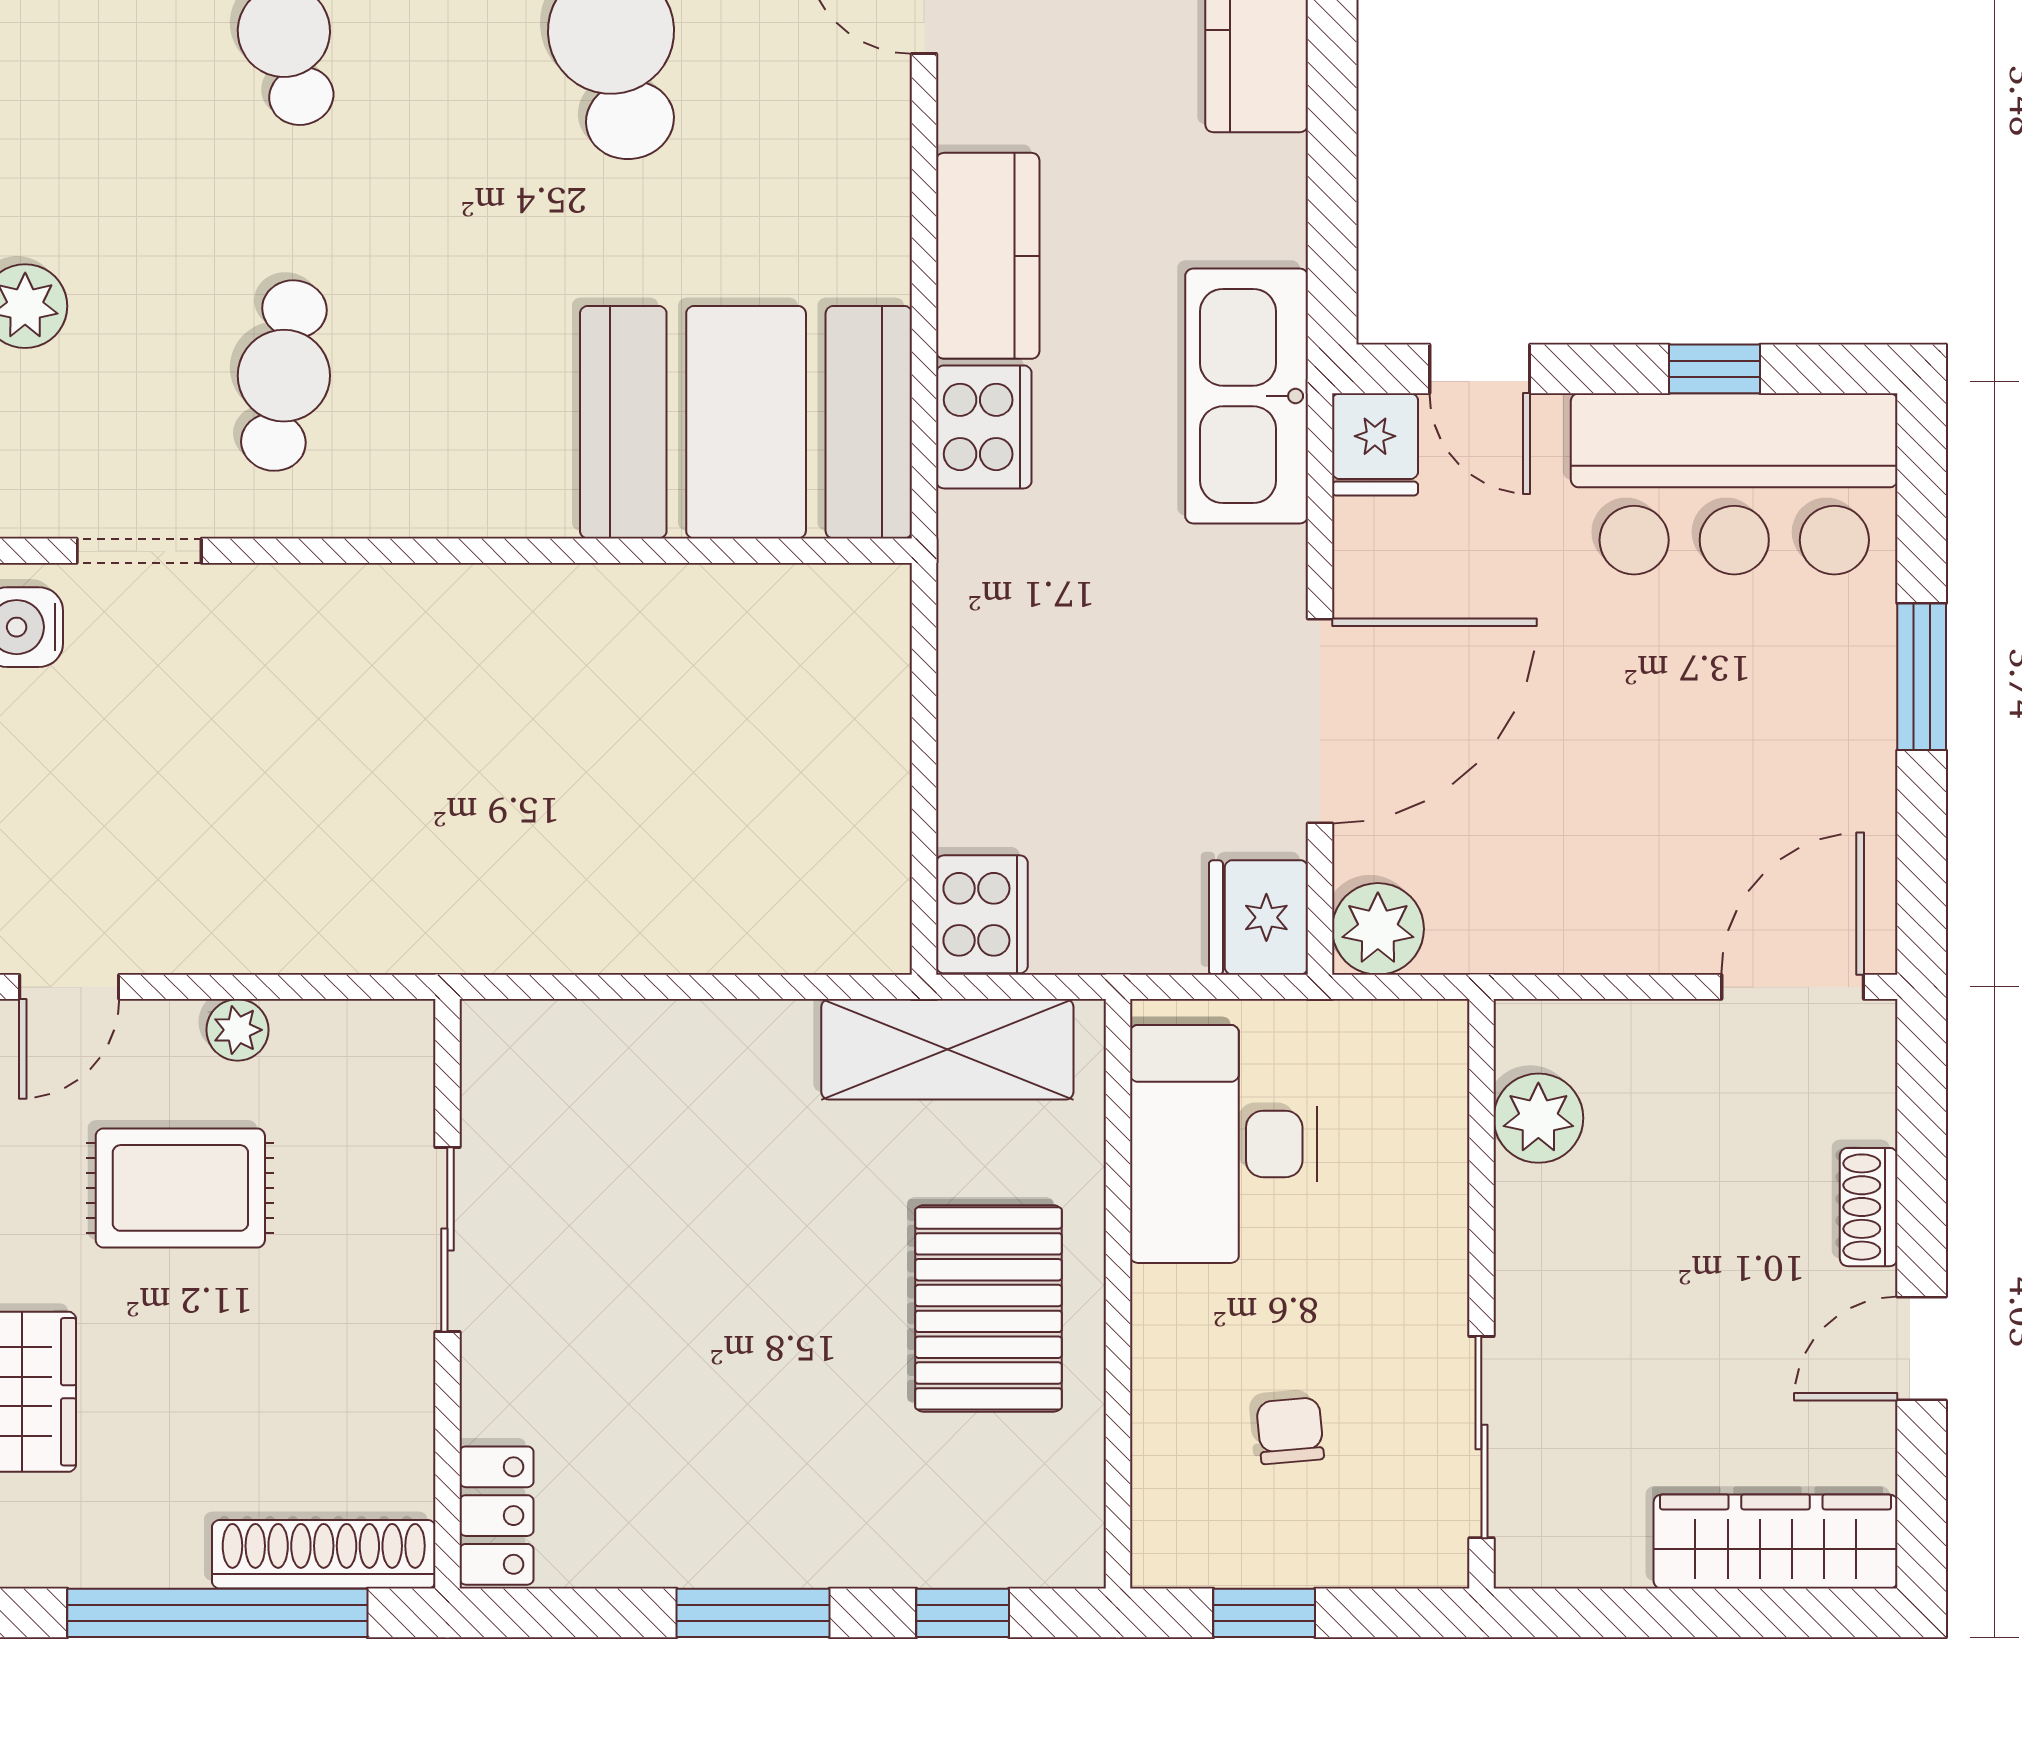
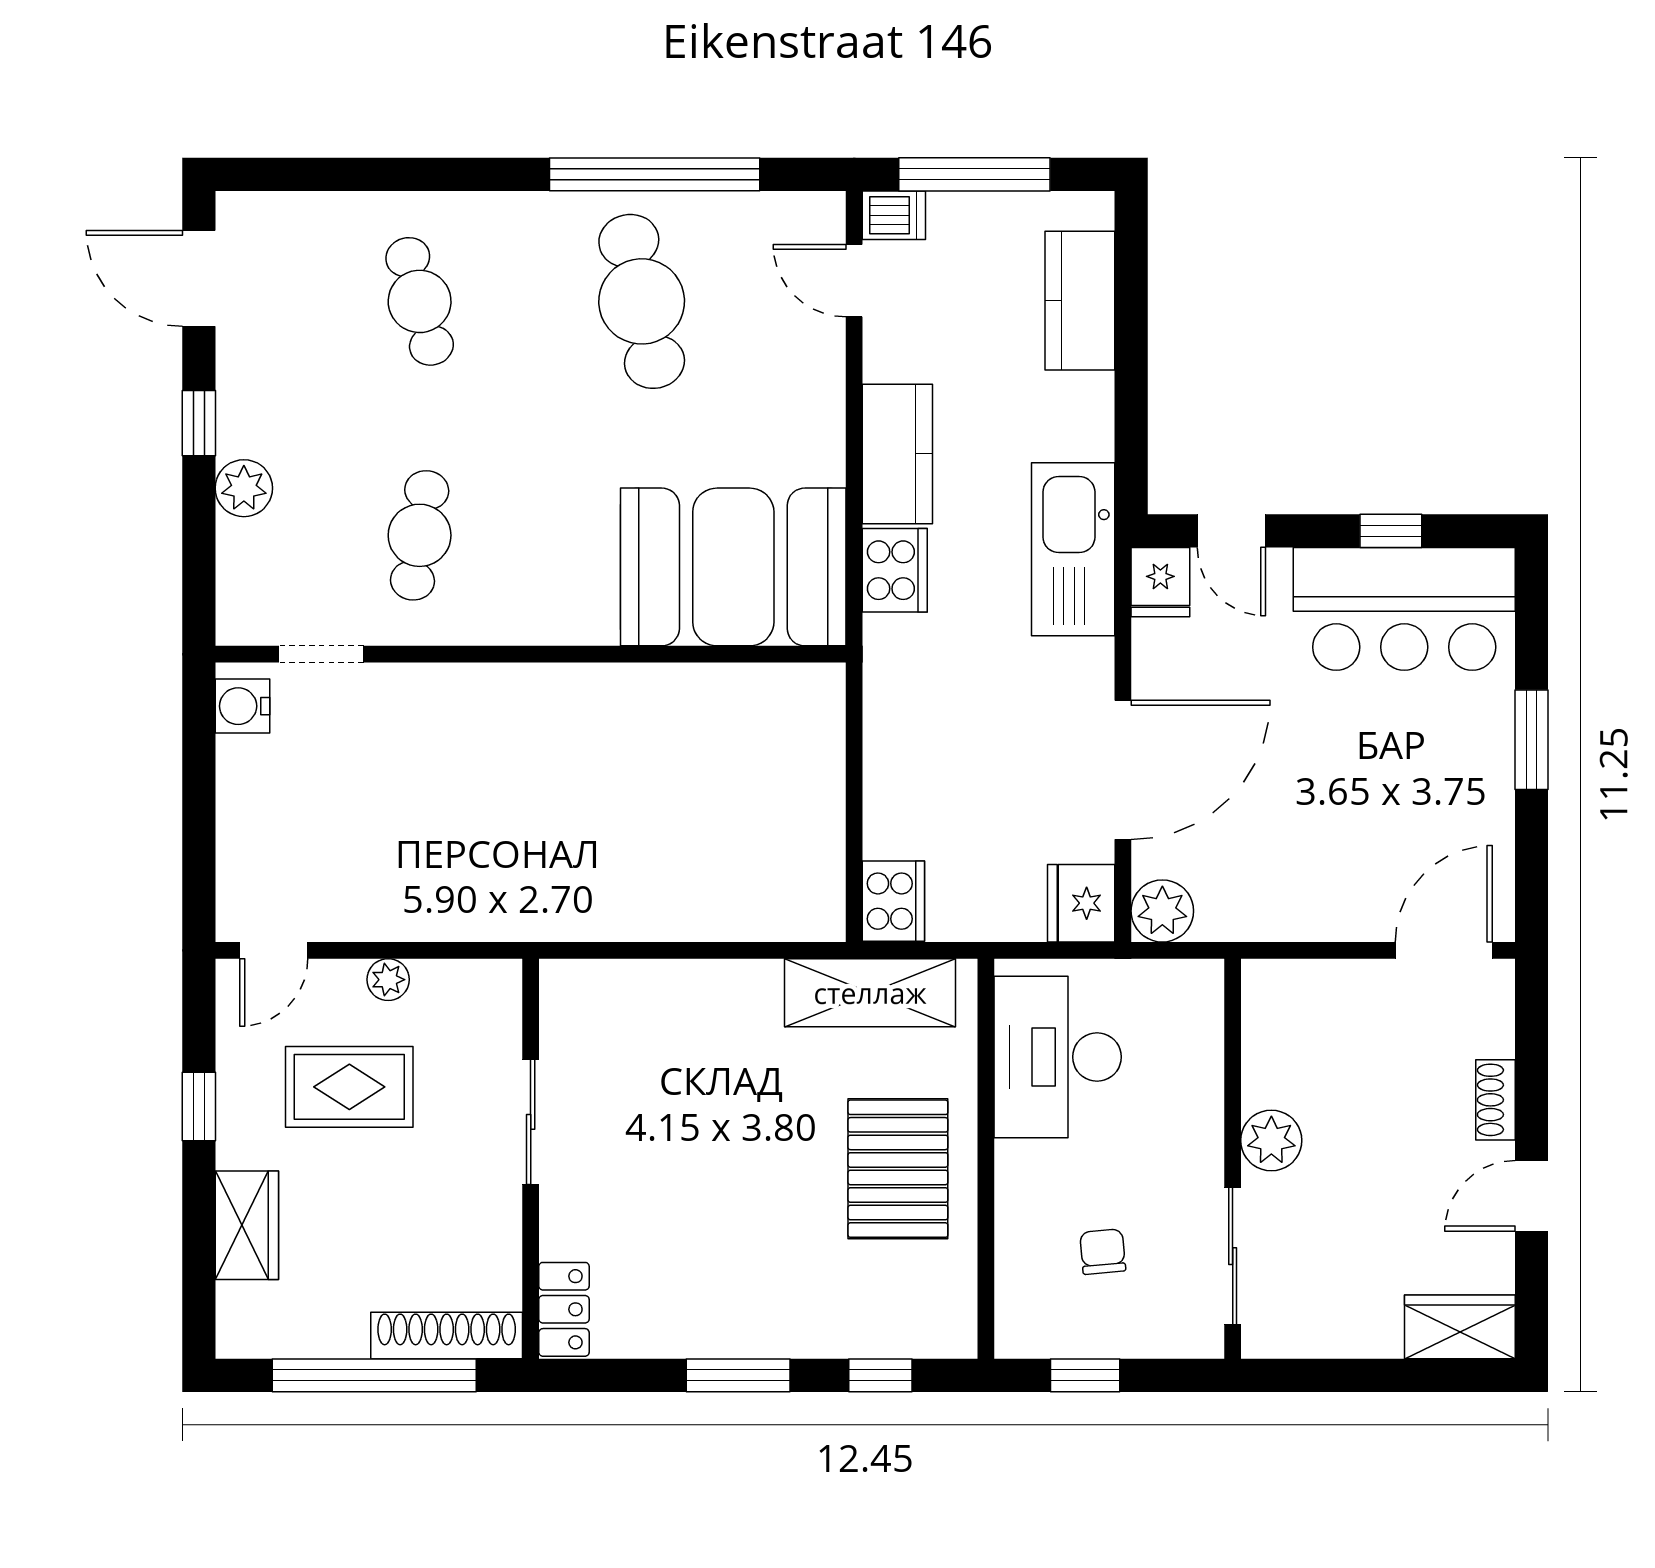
plant: (1538, 1118) -> (1271, 1140), moved
wardrobe: (1776, 1542) -> (1460, 1327), width x0.67

